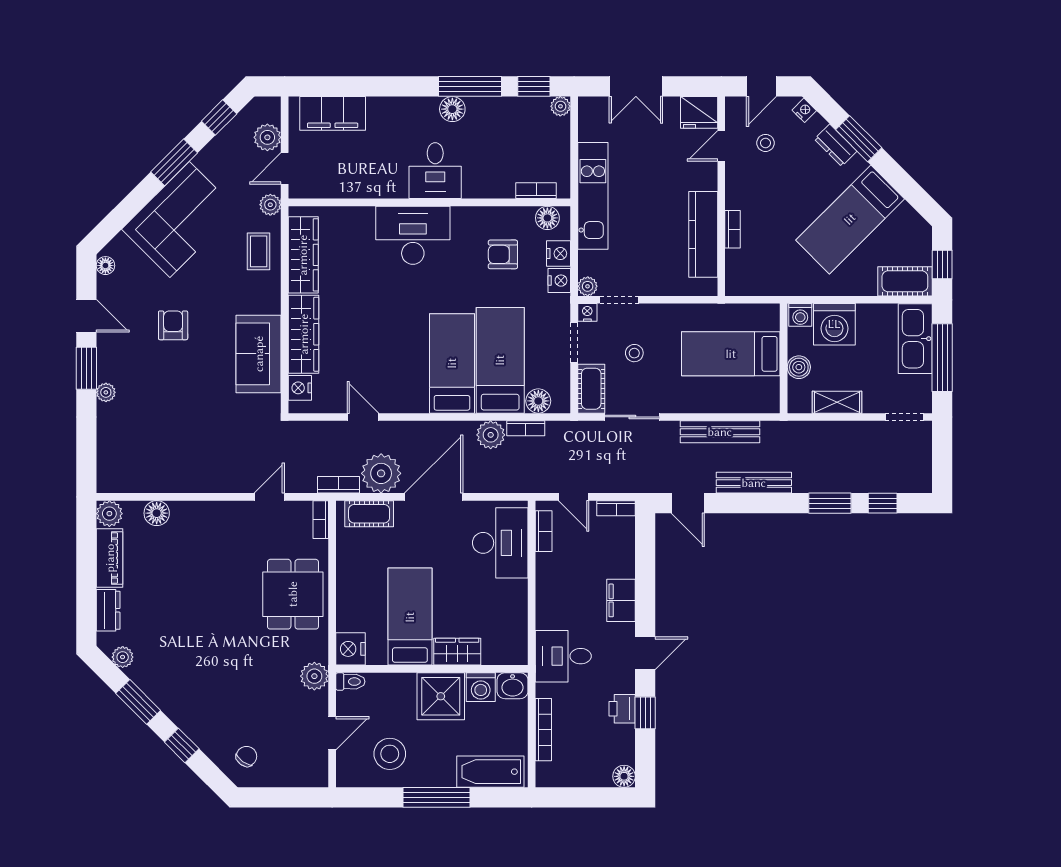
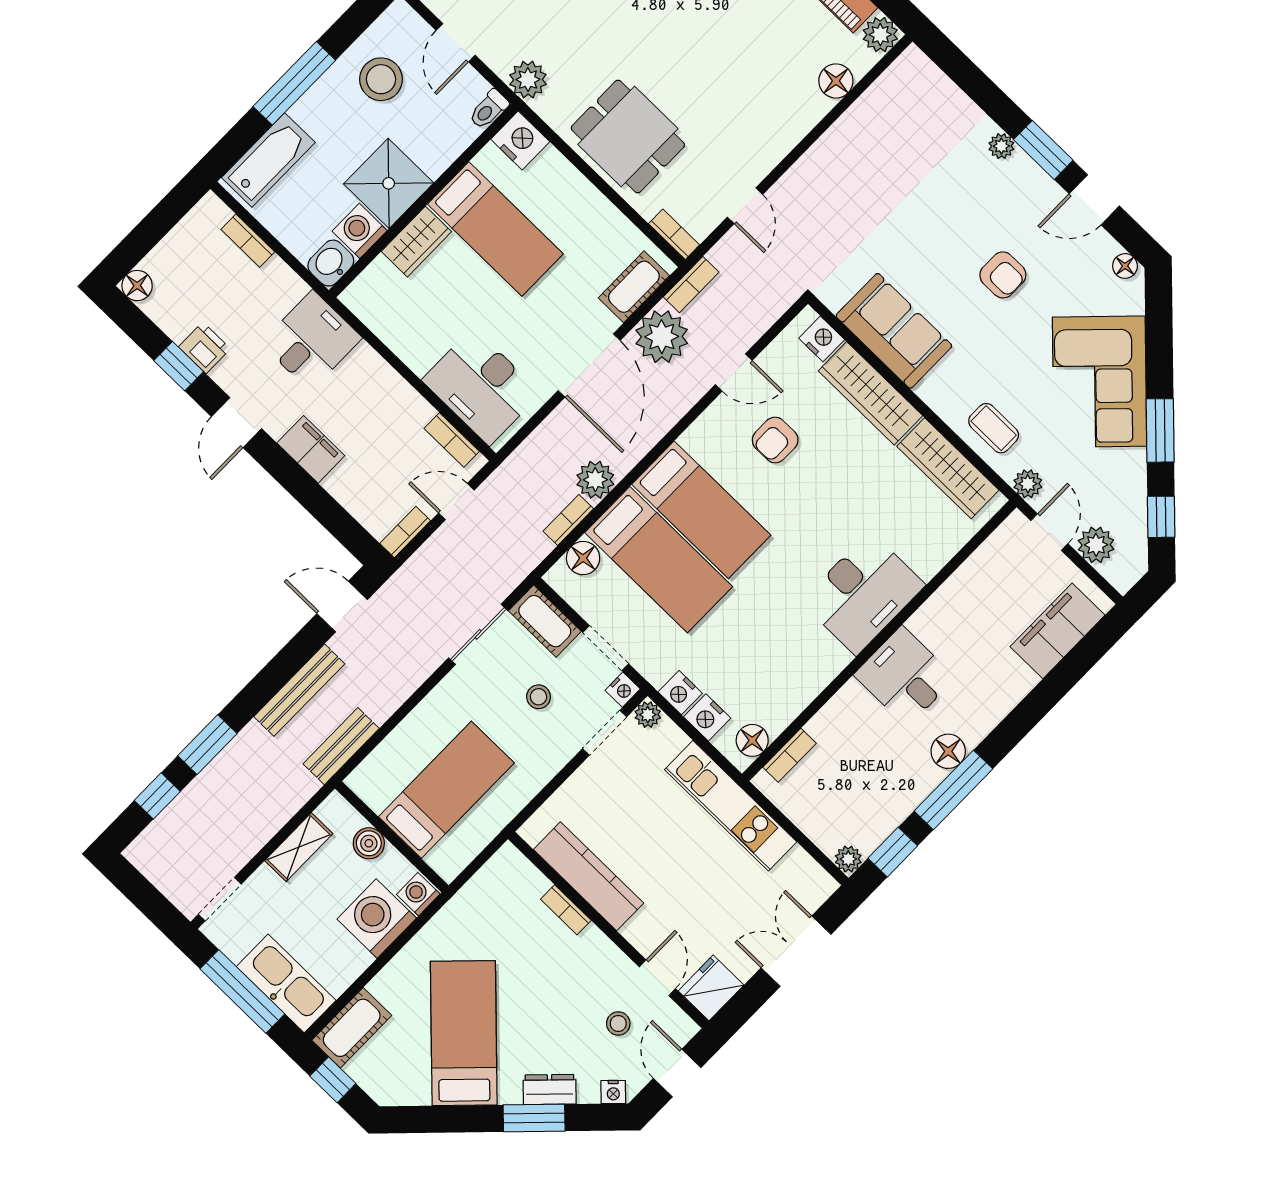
armchair: (503, 254) -> (775, 440), moved, turned 180
bench: (720, 432) -> (341, 746), moved, width x0.73
bookcase: (543, 730) -> (248, 241), width x0.64

